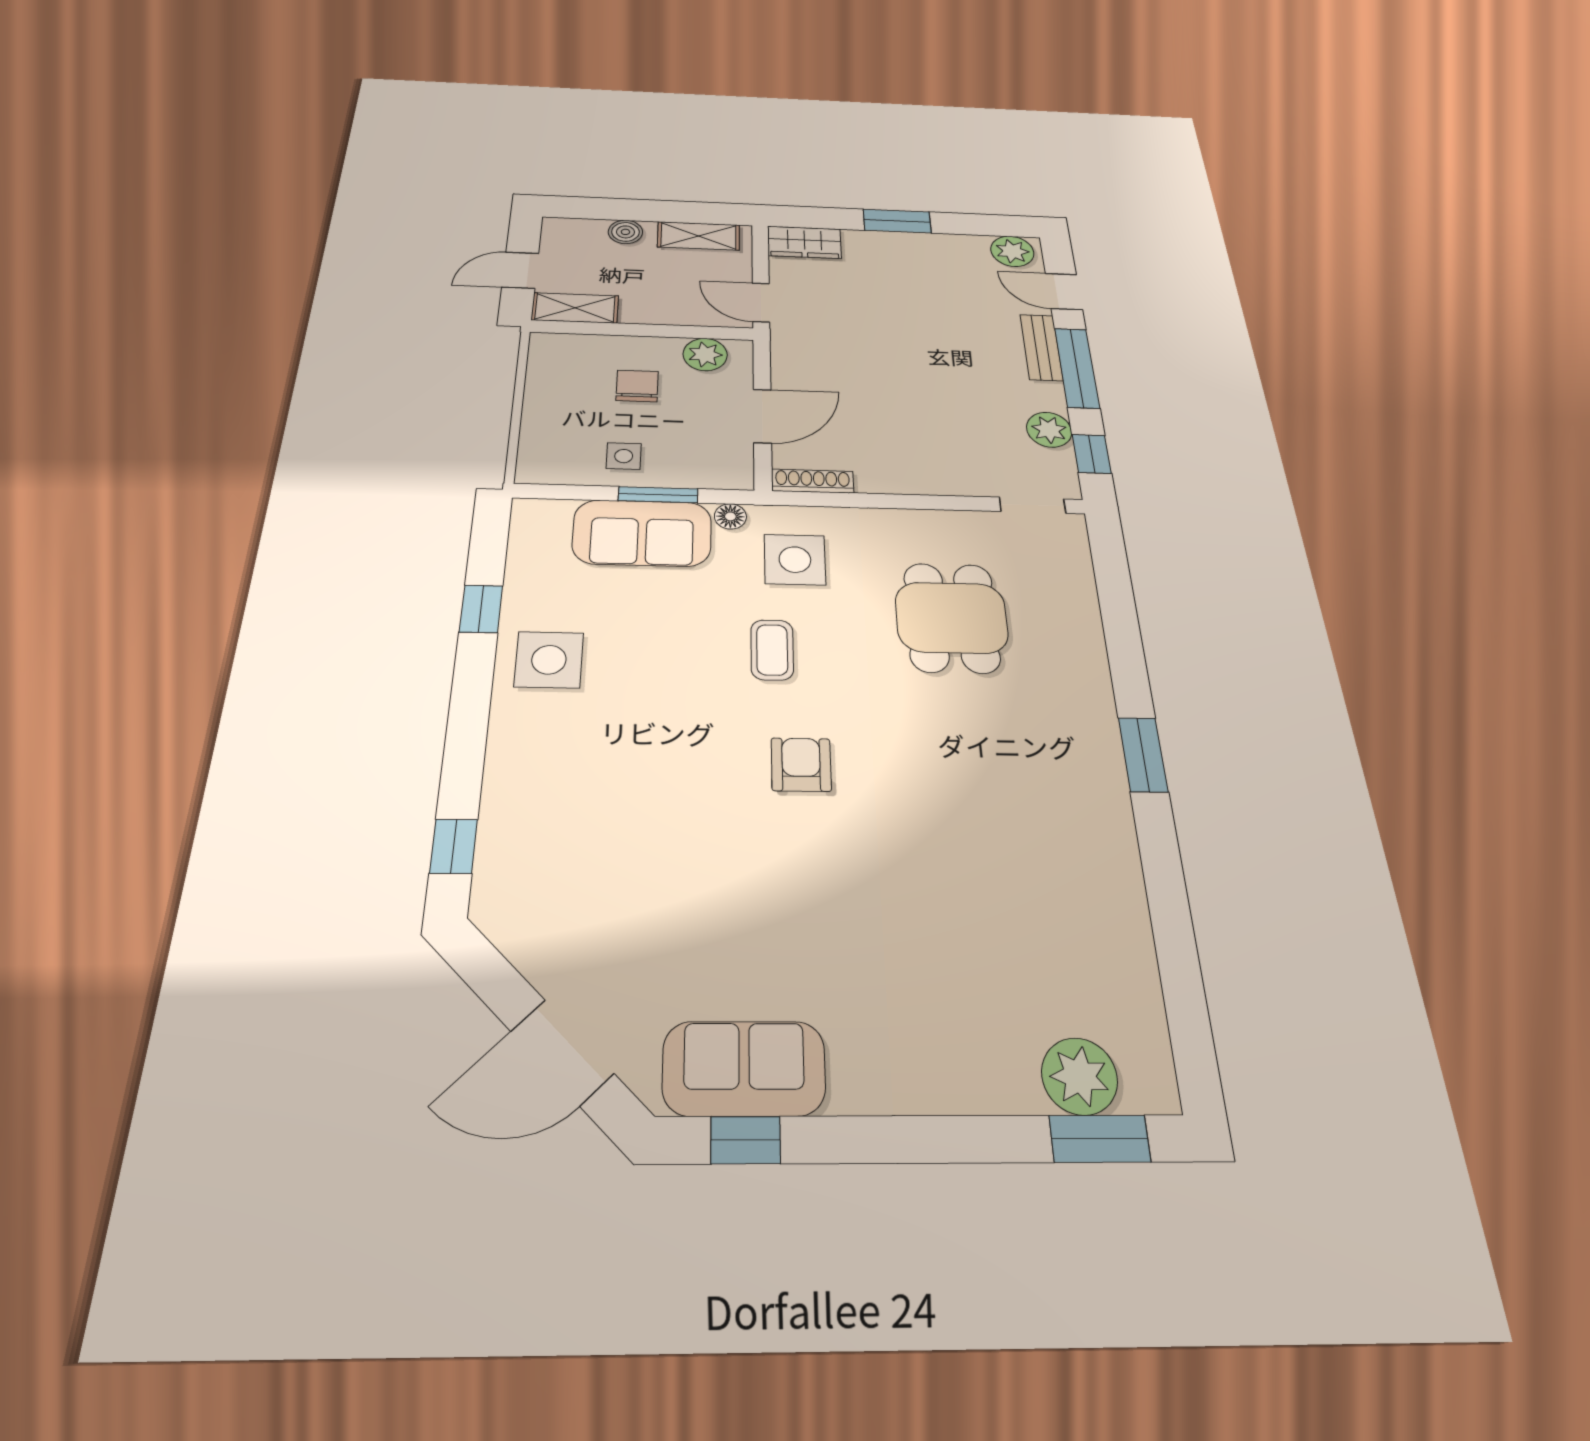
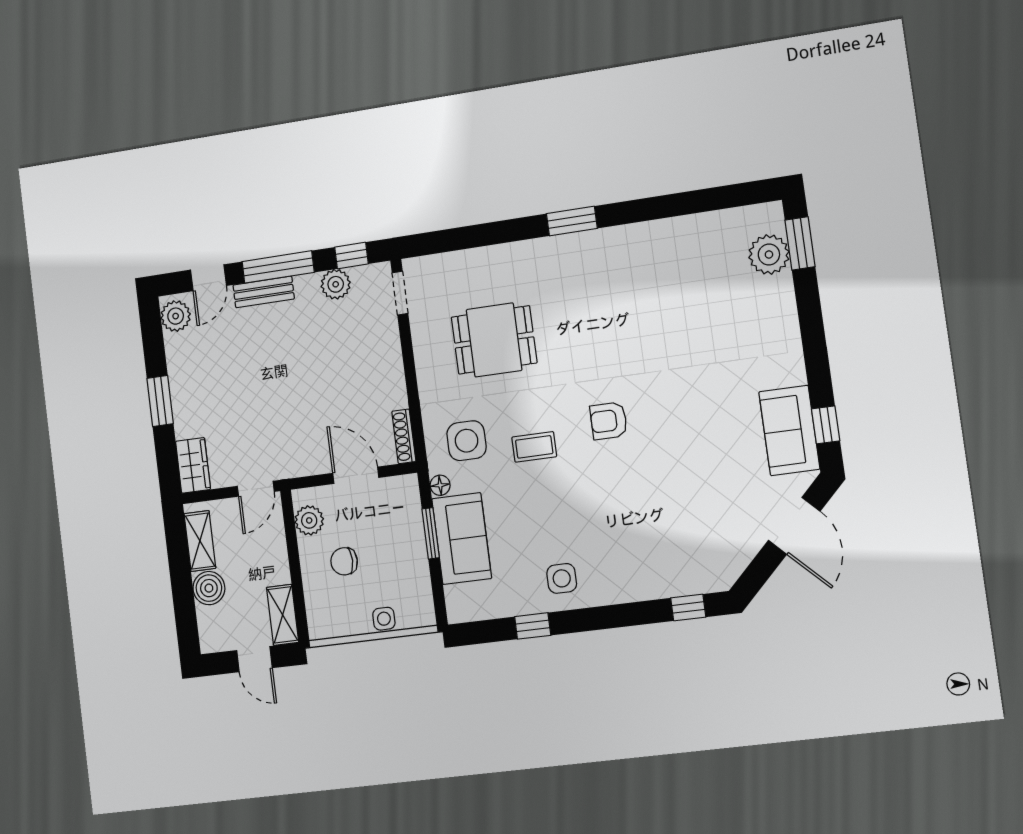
boiler: (625, 232) -> (209, 588), width x1.36, depth x1.36
side table: (624, 456) -> (384, 619), moved
side table: (549, 660) -> (562, 578), width x0.73, depth x0.73

